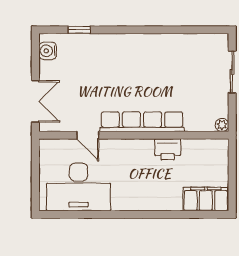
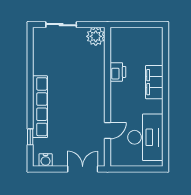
row of seats: (142, 122) -> (40, 107), moved, turned 180
plant: (222, 125) -> (96, 36), width x1.87, depth x1.87
filing cabinet: (206, 199) -> (154, 82), moved

